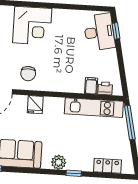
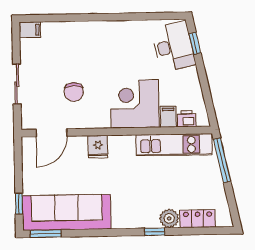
corner desk: (32, 26) -> (135, 104), moved, turned 180
chair: (28, 74) -> (74, 92), moved
plant: (59, 162) -> (169, 218), moved

